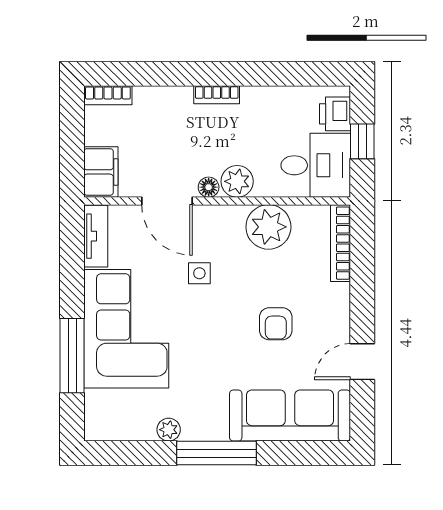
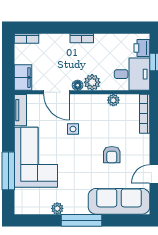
plant: (268, 227) -> (113, 100), width x0.53, depth x0.53

